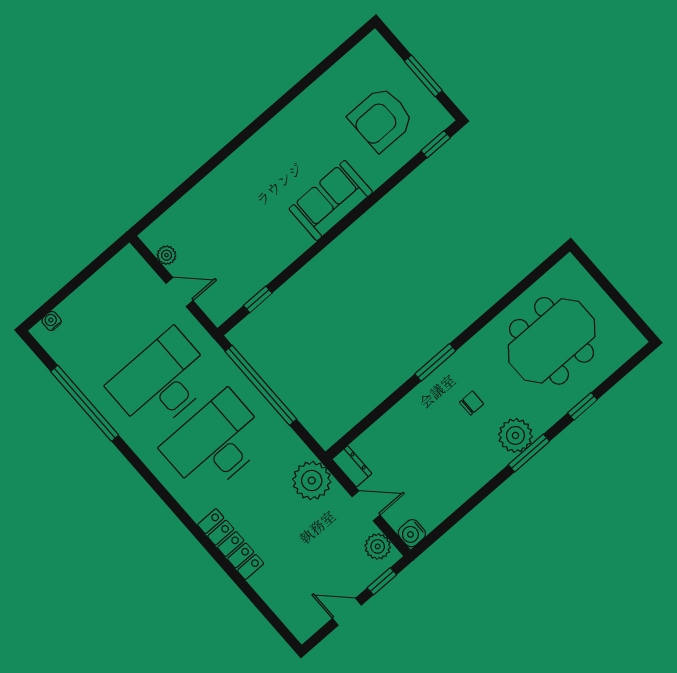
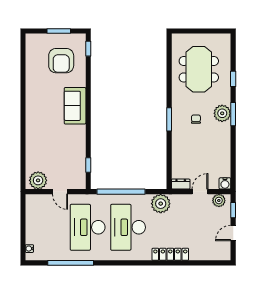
plant: (167, 255) -> (38, 180), width x1.88, depth x1.88
door: (179, 292) -> (60, 192), swing flipped
plant: (312, 481) -> (161, 204), moved

